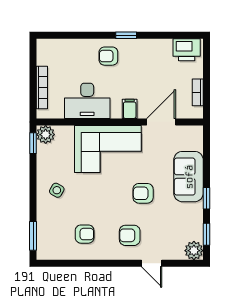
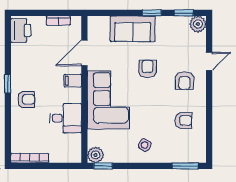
armchair: (108, 56) -> (26, 99), turned -90
bookcase: (42, 87) -> (30, 158), moved
desk: (87, 101) -> (66, 118), width x0.73
door: (161, 122) -> (84, 53), hinge flipped
armchair: (143, 193) -> (147, 69), turned 180
armchair: (85, 234) -> (183, 120), turned 90

